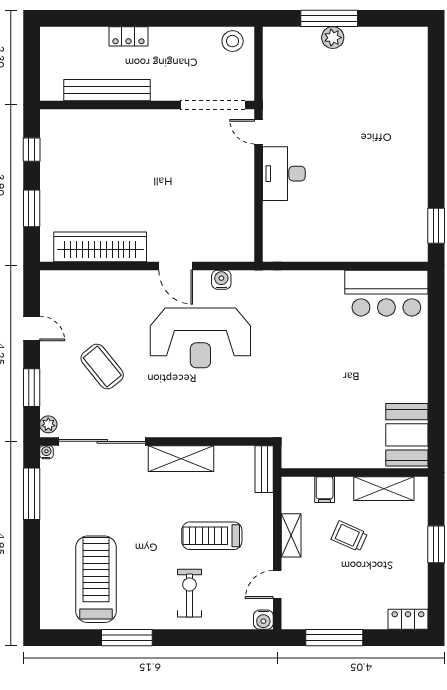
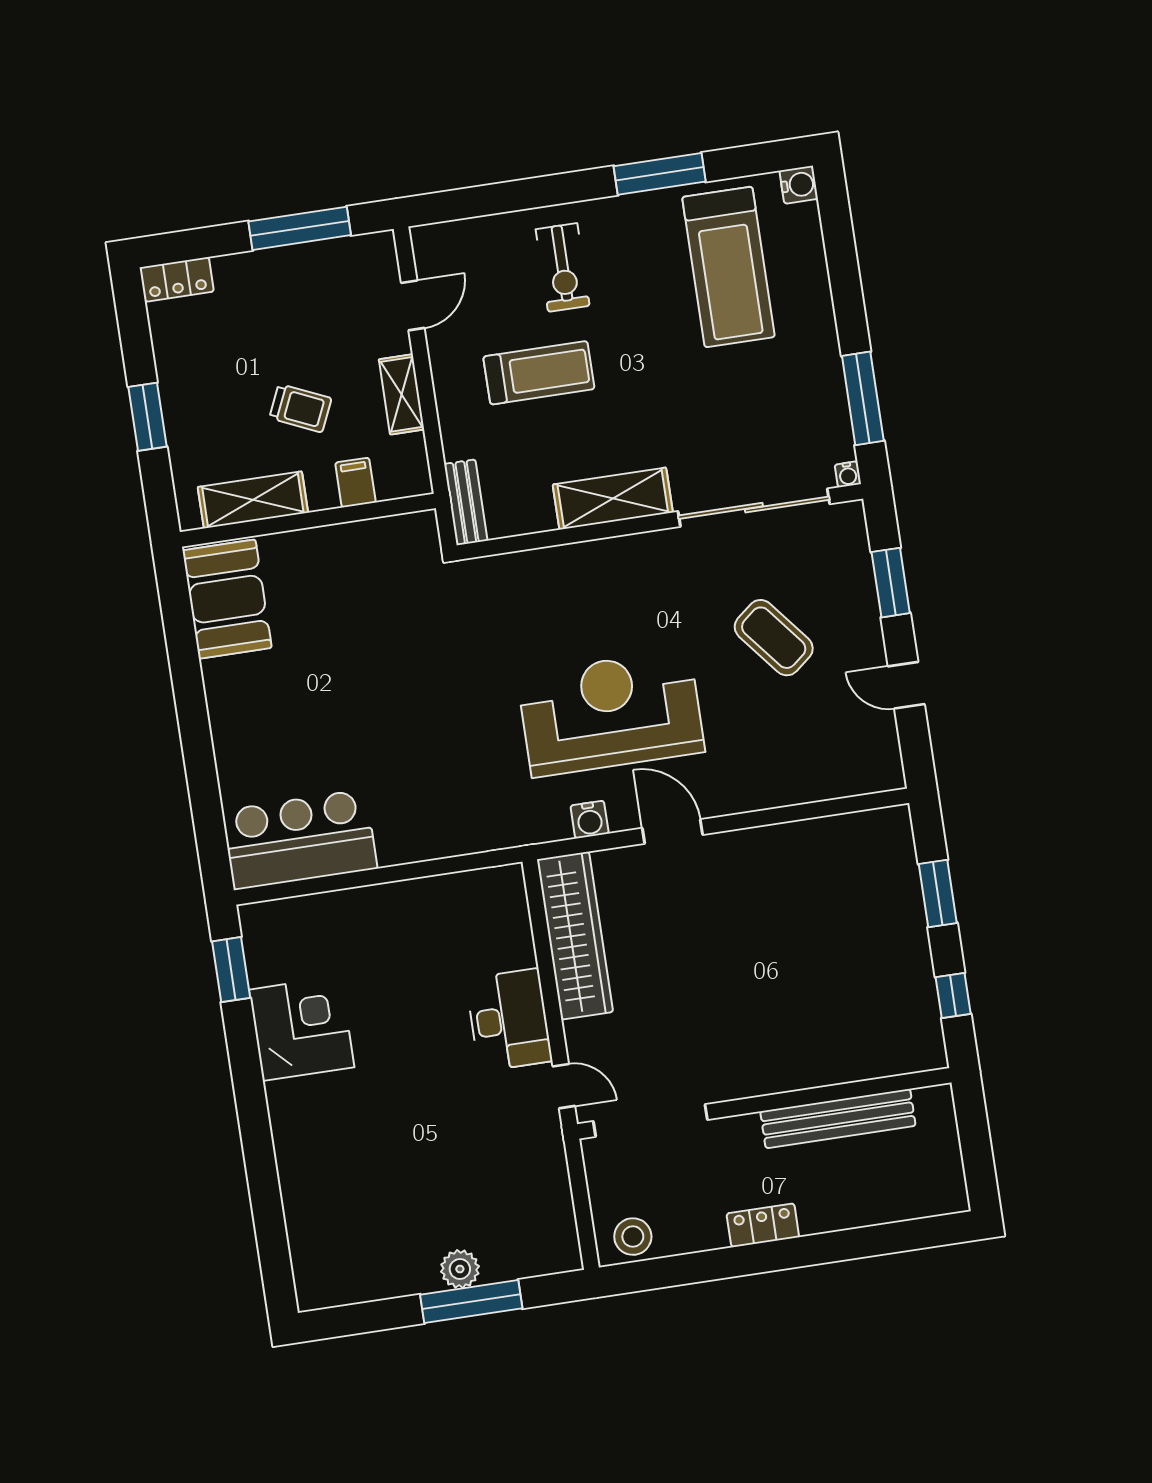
locker: (128, 36) -> (763, 1225), moved
corner desk: (401, 187) -> (302, 1028), added
wardrobe: (100, 247) -> (575, 936), moved, turned -90
plant: (48, 424) -> (852, 523), removed
water cooler: (263, 620) -> (799, 185), moved, turned 90

